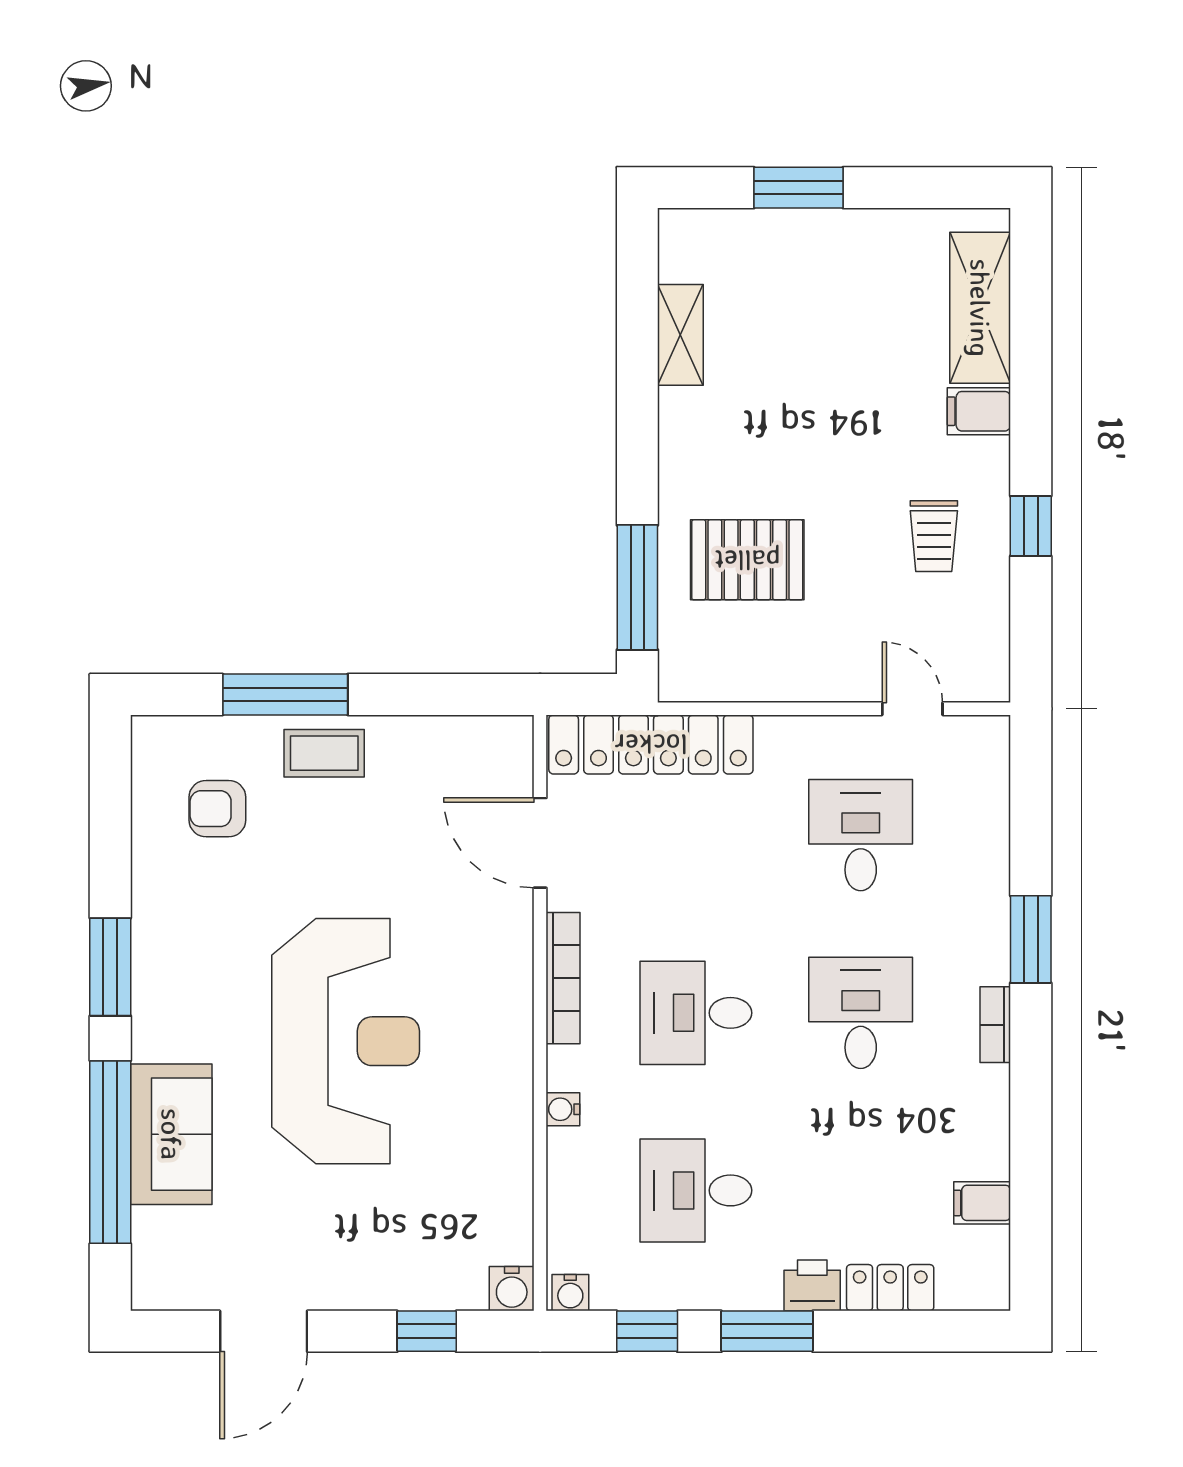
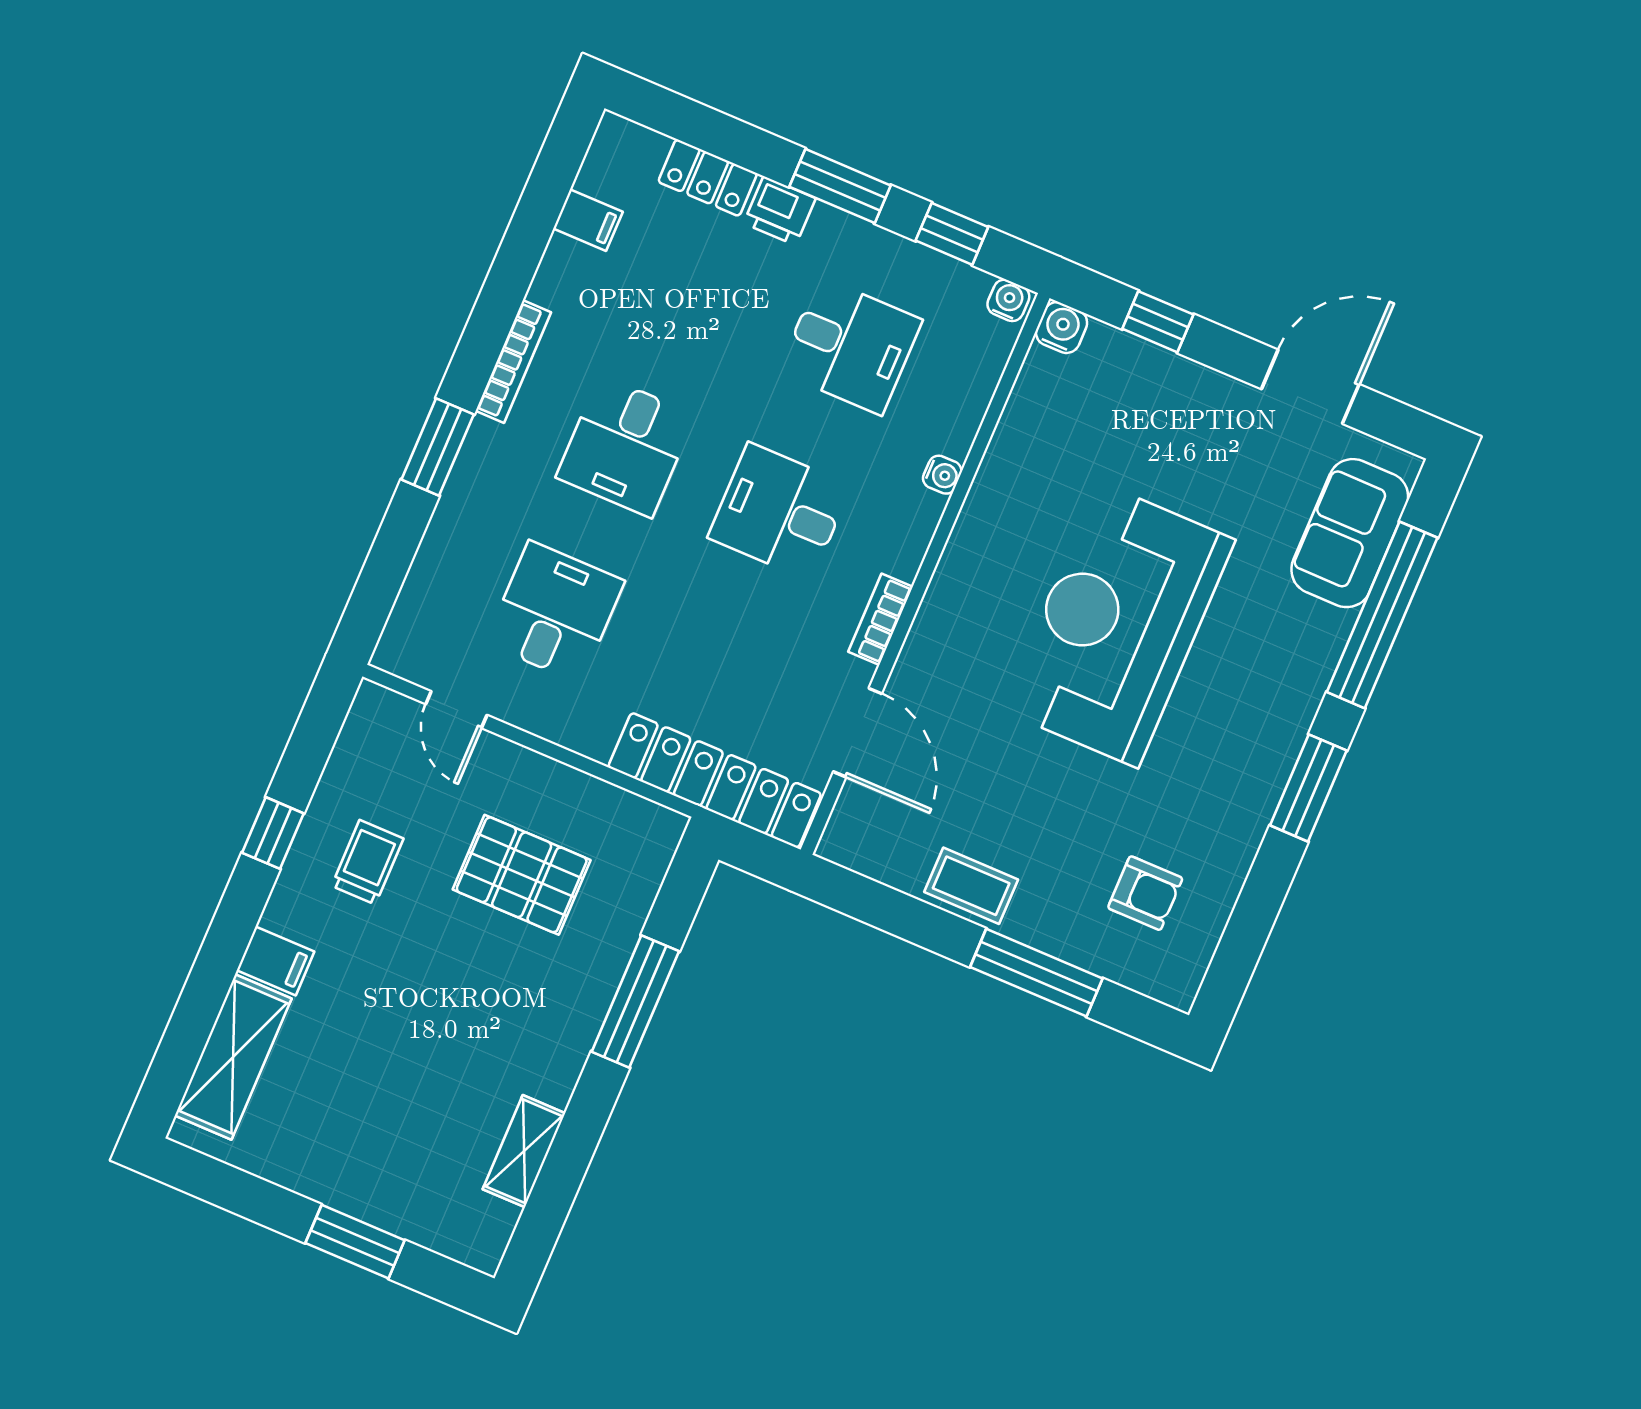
pallet: (747, 560) -> (522, 875), moved
window: (637, 587) -> (635, 1002), moved
coffee table: (324, 753) -> (971, 886), moved
desk: (861, 835) -> (555, 612), turned 180
bookcase: (563, 978) -> (880, 619), width x0.64
desk: (696, 1013) -> (780, 512), turned 180
bookcase: (995, 1025) -> (513, 361), width x1.56
sofa: (171, 1134) -> (1350, 533), moved

